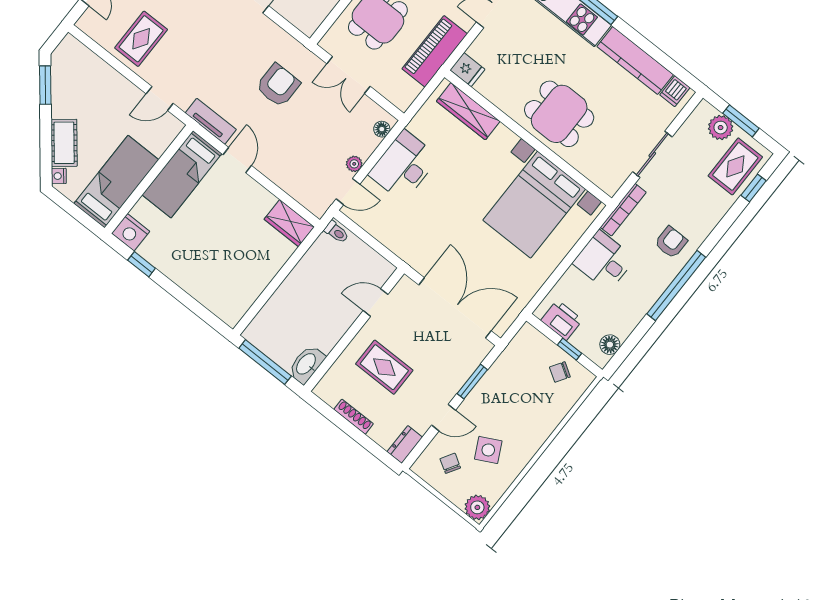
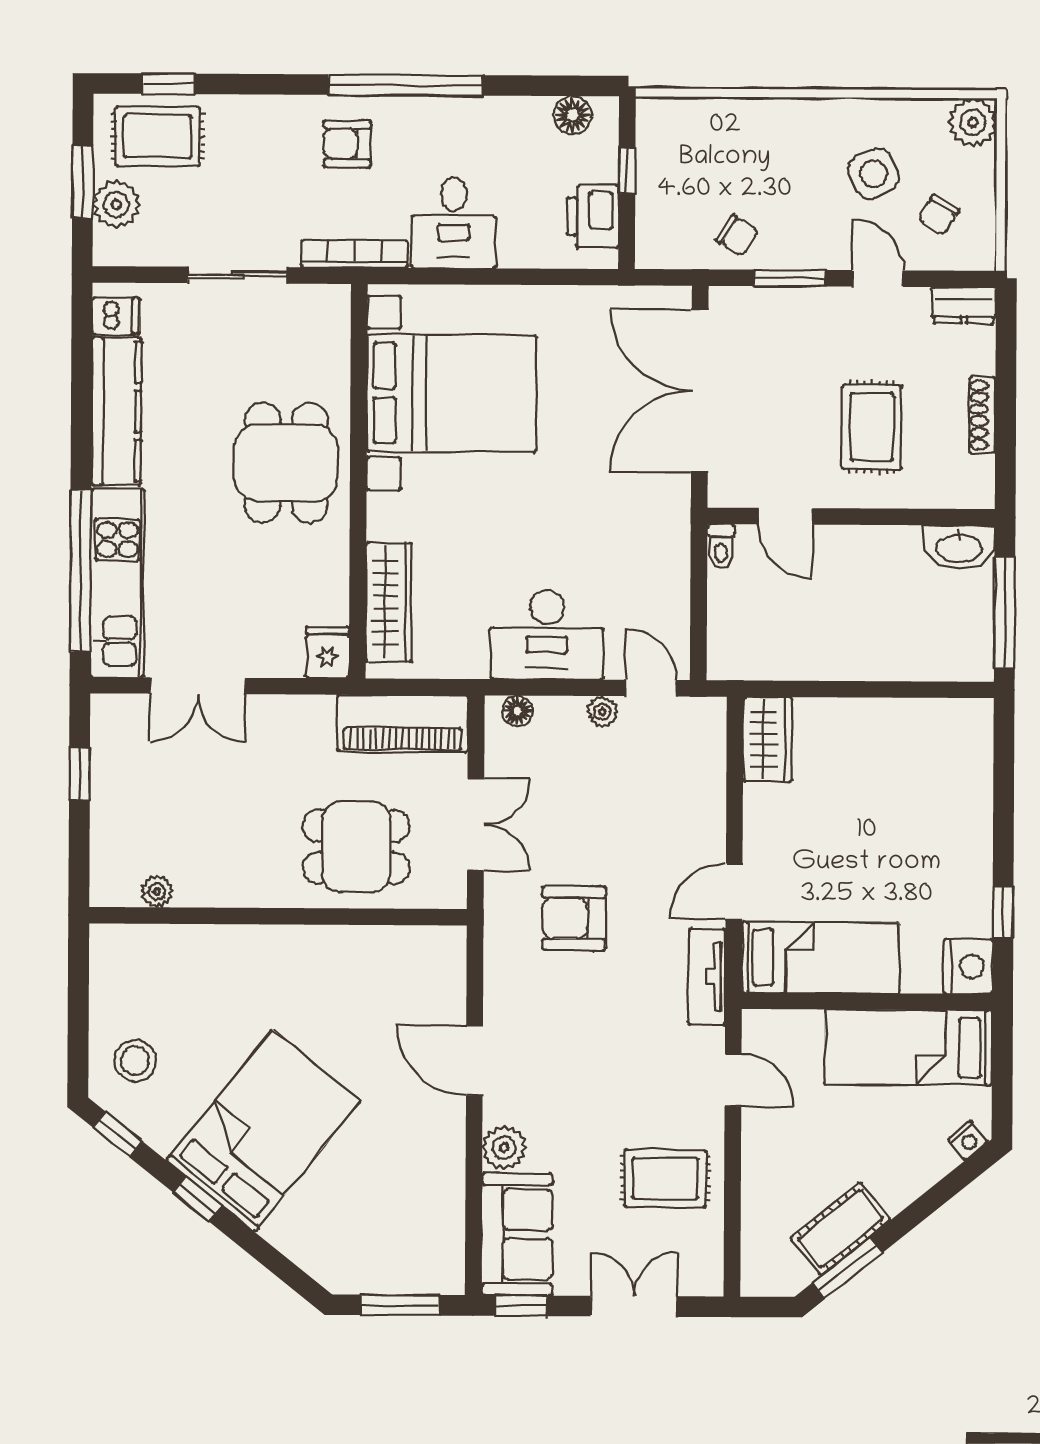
piano: (435, 51) -> (403, 723), moved
cot: (64, 143) -> (840, 1229), moved
toilet: (336, 232) -> (721, 547), moved, turned 180
chair: (560, 372) -> (737, 235), moved

